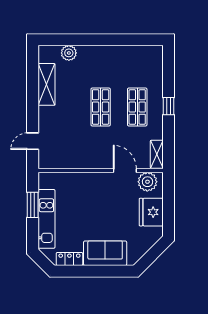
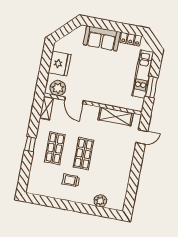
trolley: (110, 71) -> (71, 180), added
shelving: (47, 84) -> (116, 116), moved, turned 90

